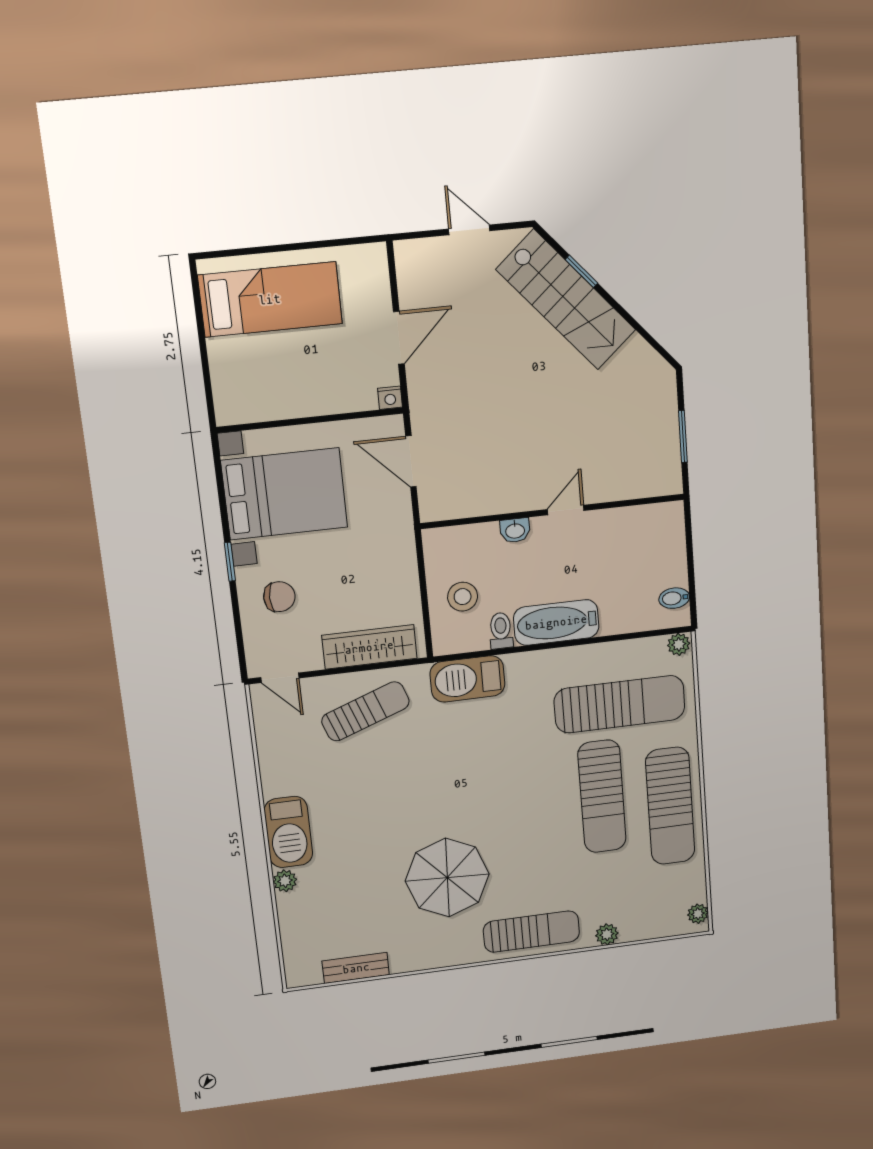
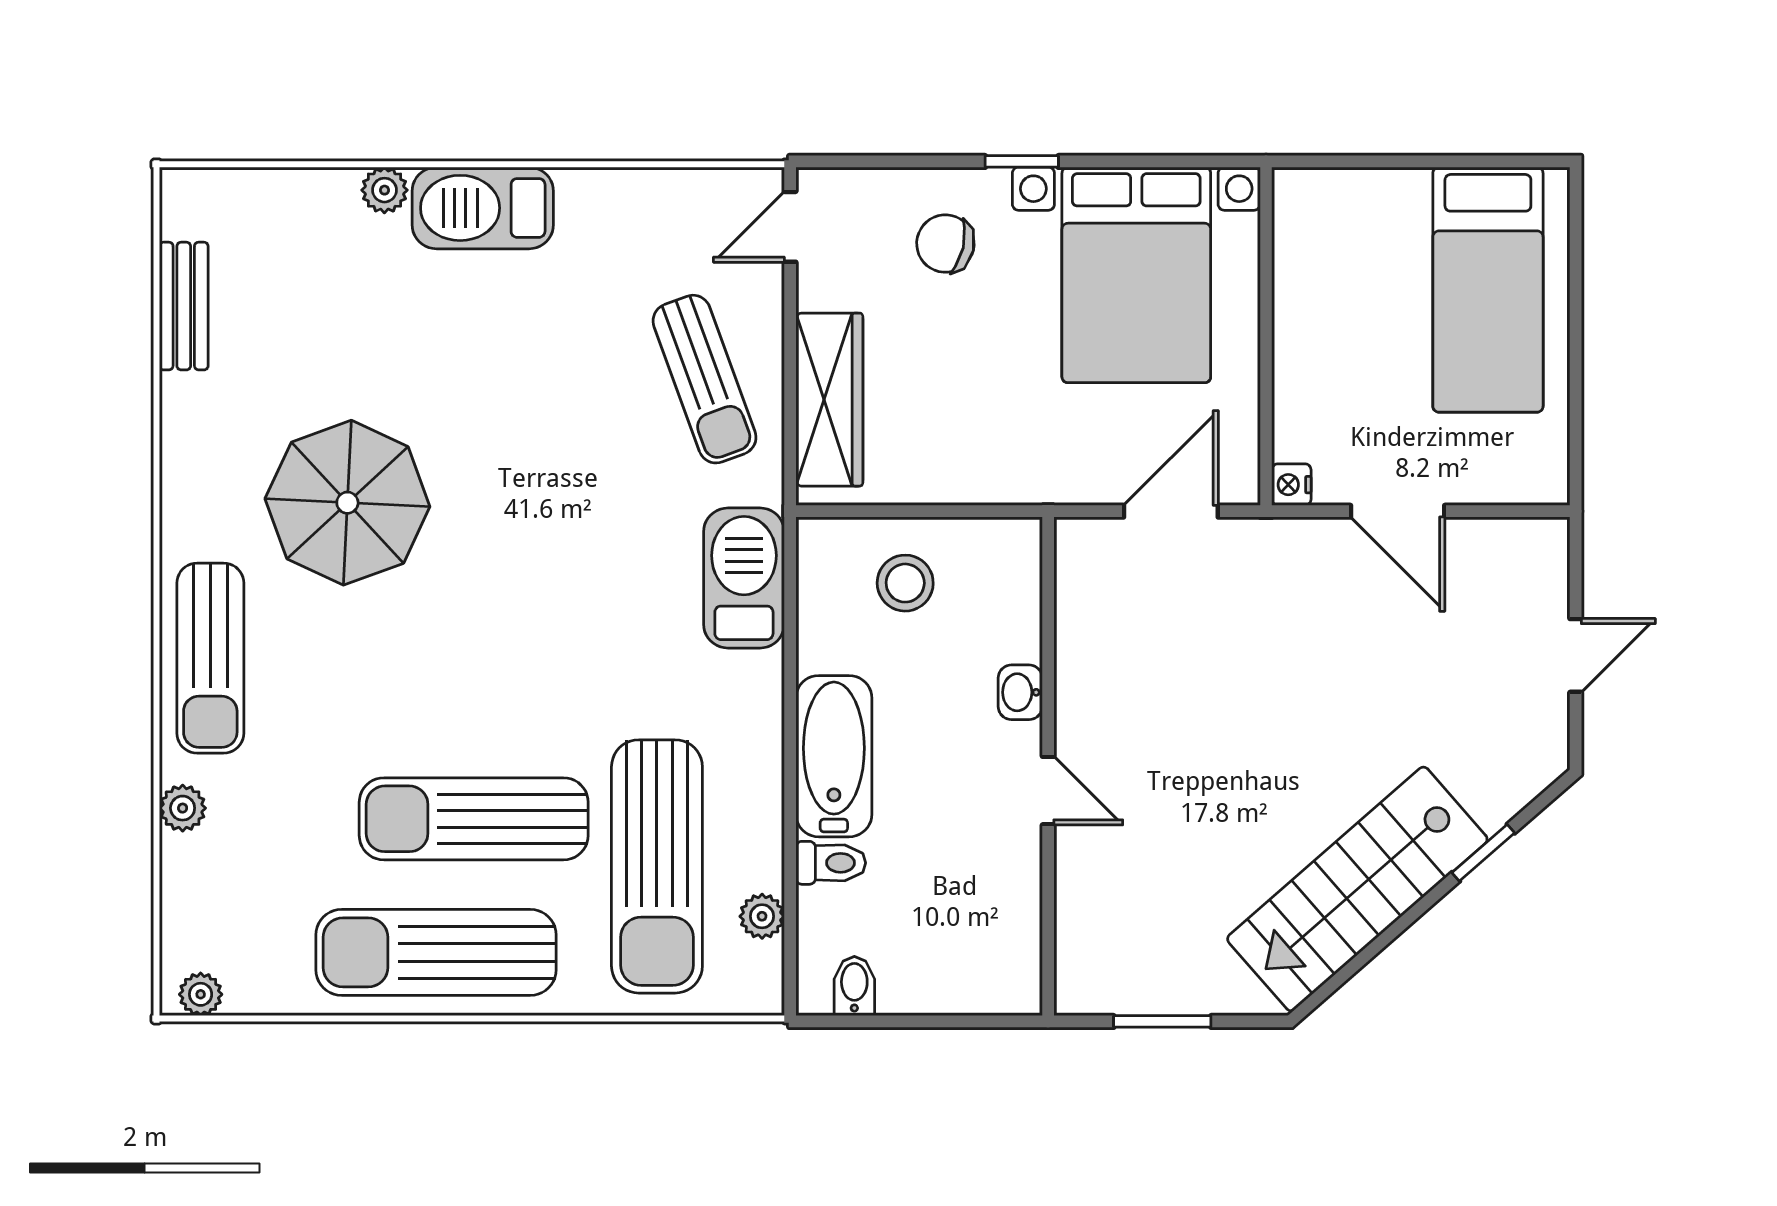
stairs: (566, 300) -> (1357, 889), moved
chair: (279, 597) -> (945, 244), turned 103
toilet: (501, 631) -> (831, 863), moved
plant: (679, 644) -> (762, 916), moved

